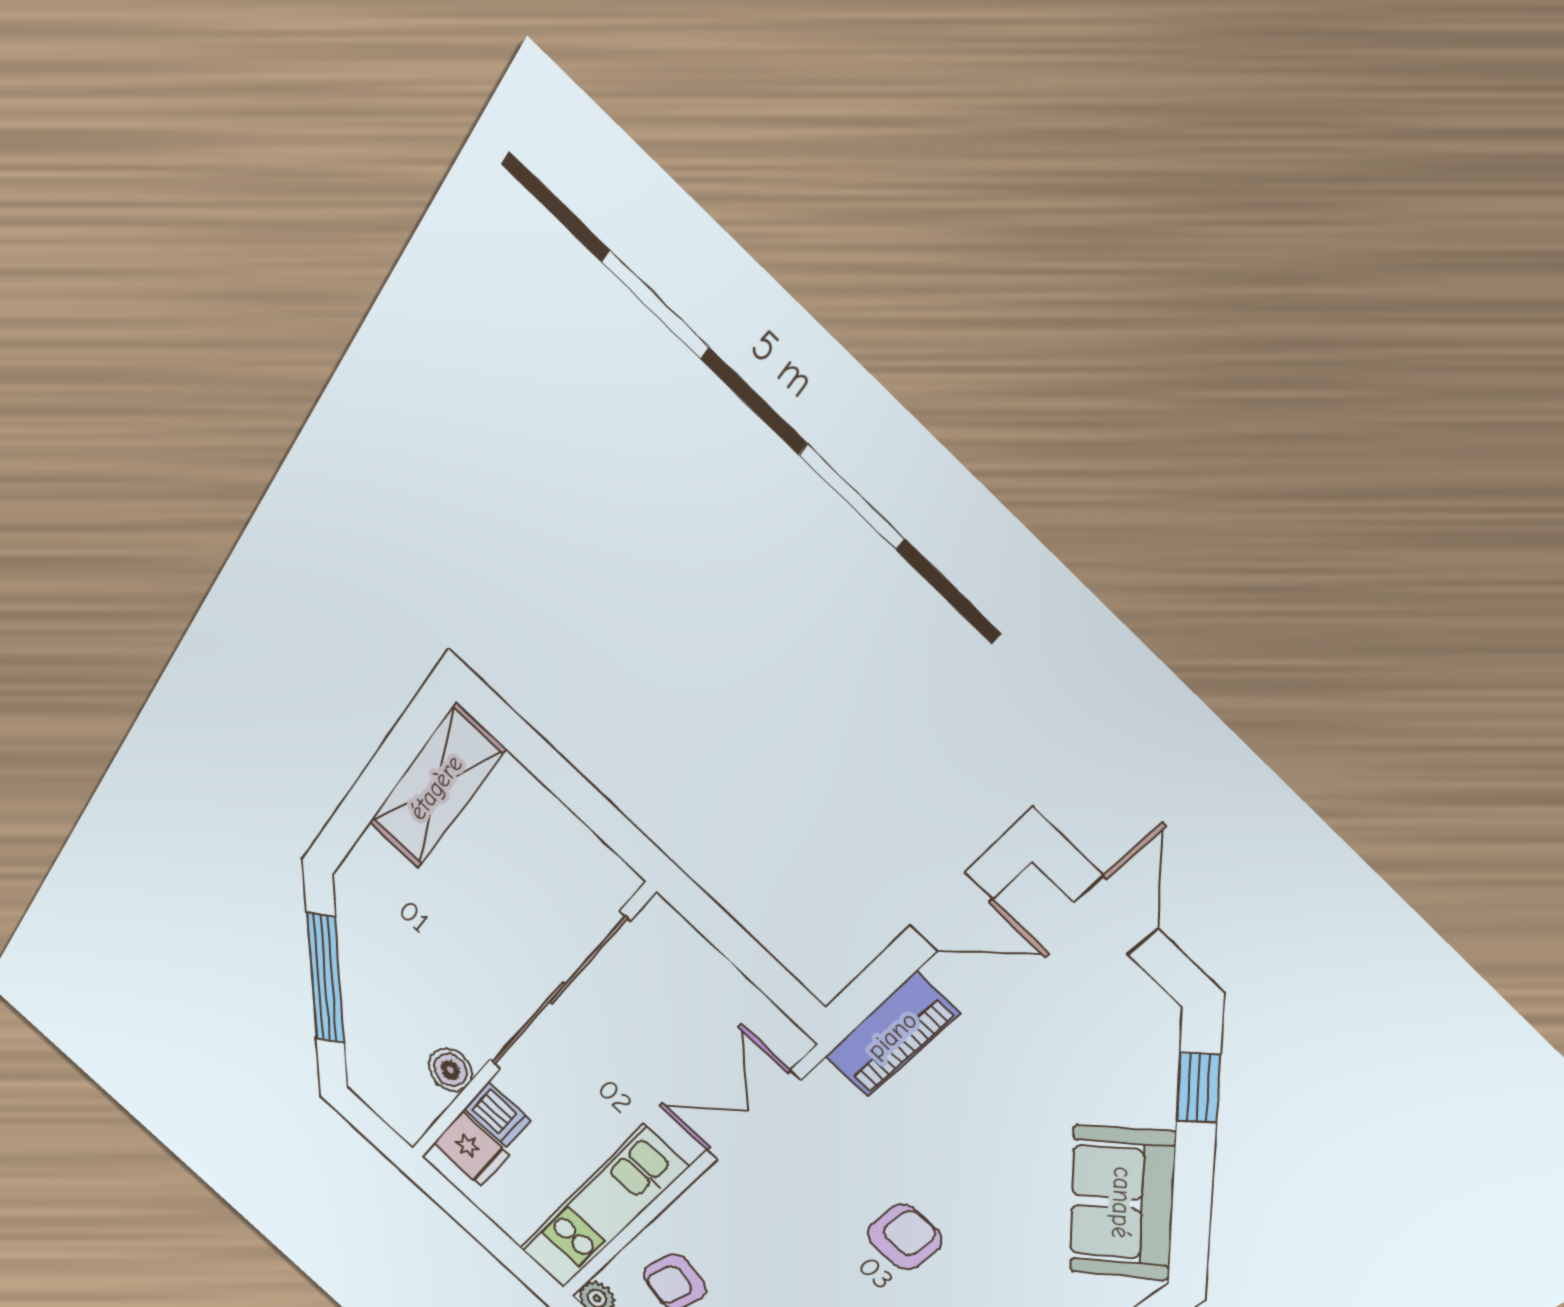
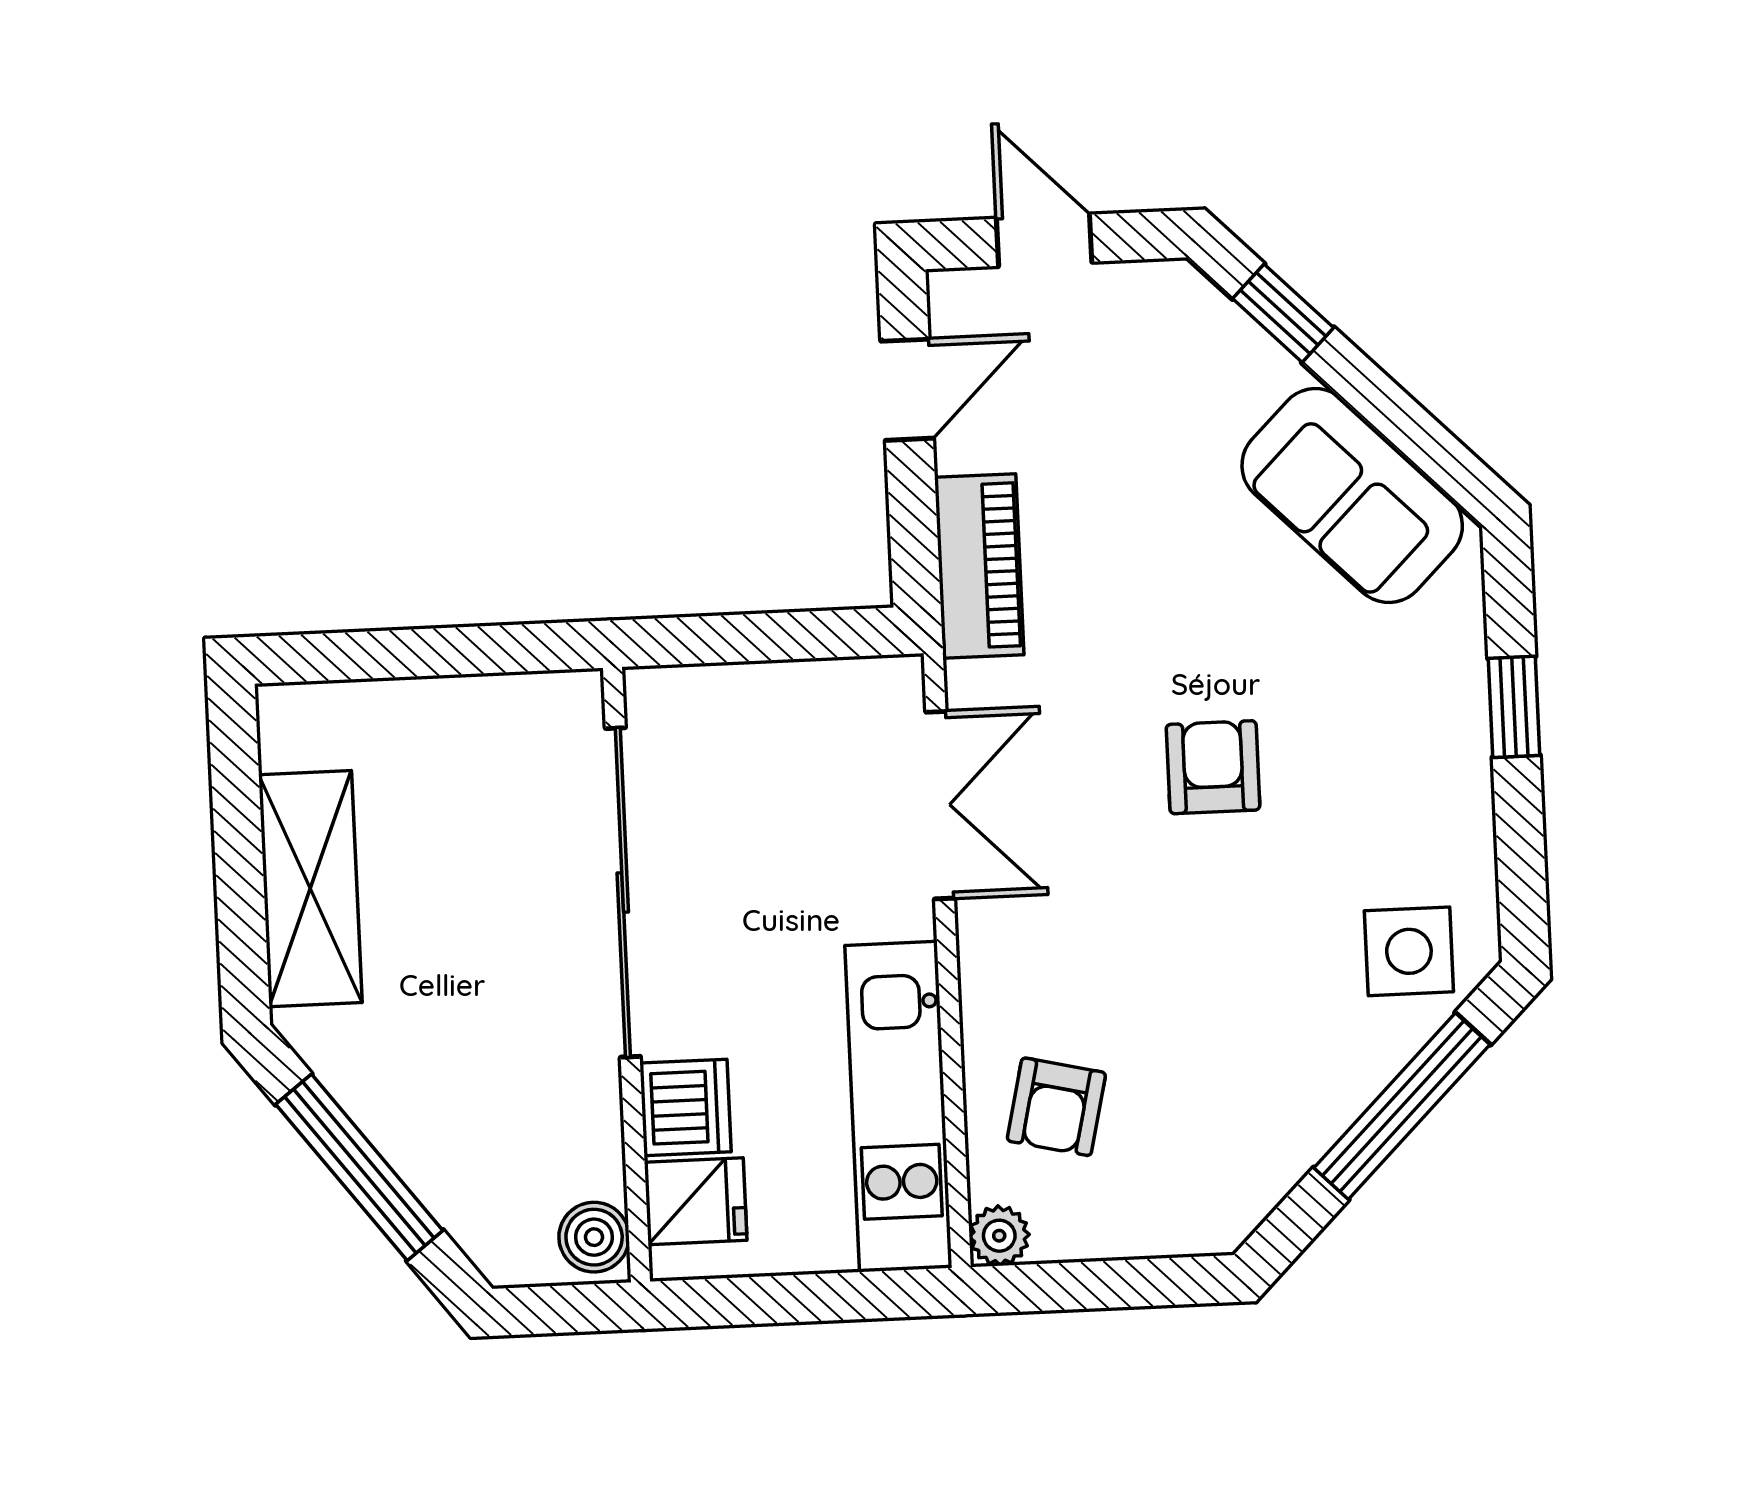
shelving: (436, 787) -> (310, 889), moved
boiler: (450, 1070) -> (594, 1237), moved
dishwasher: (497, 1115) -> (686, 1107), width x1.38
double door: (753, 1116) -> (940, 805), swing flipped

